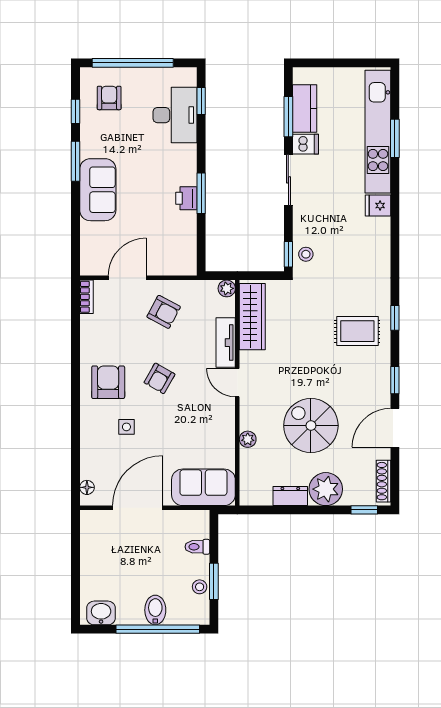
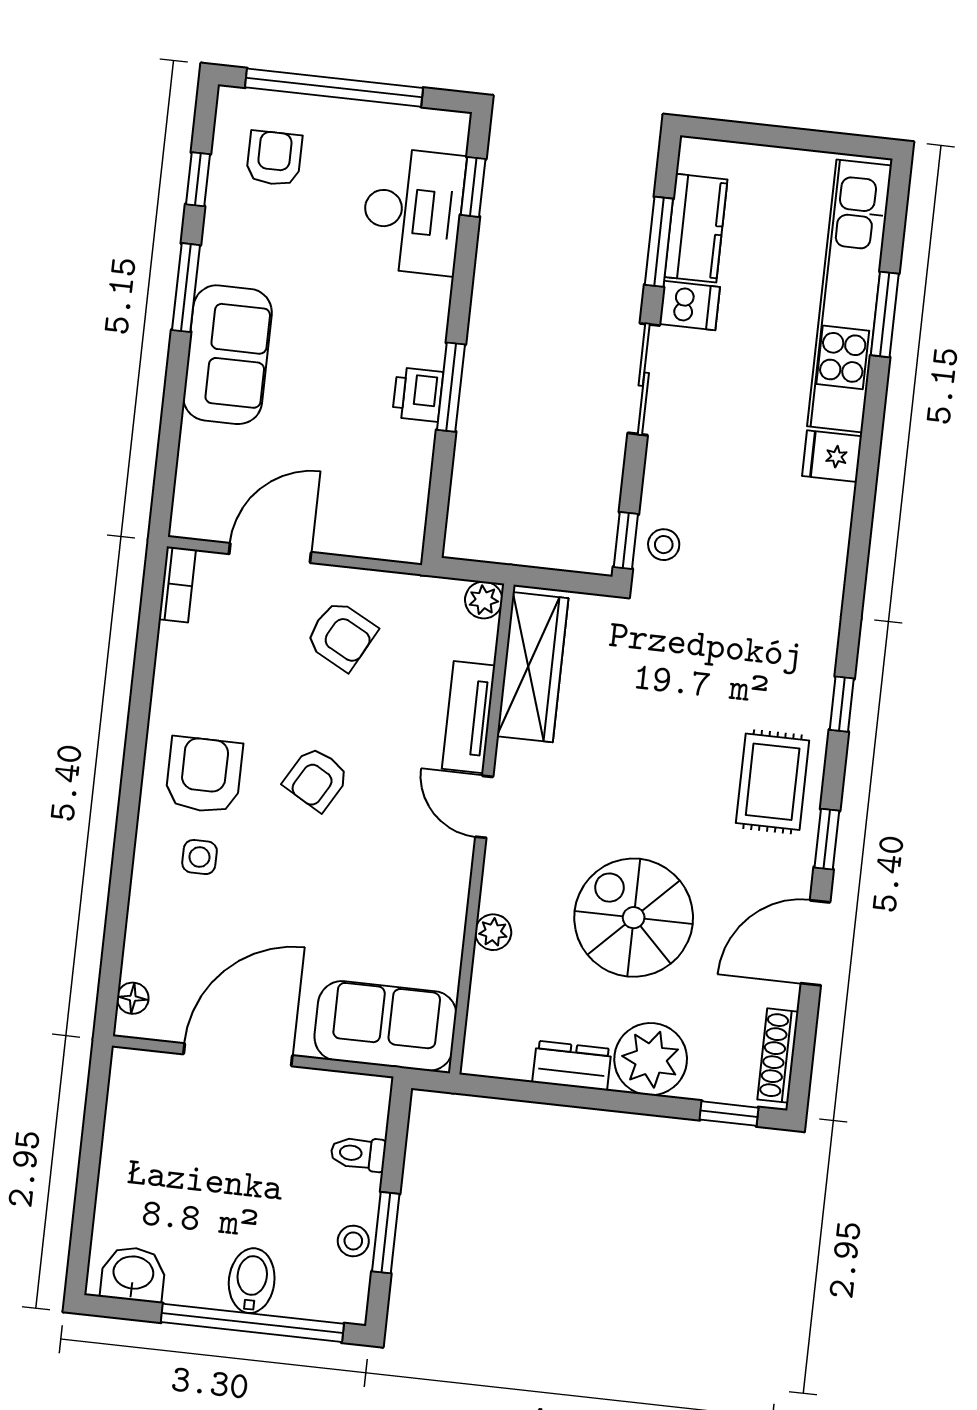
rug: (357, 331) -> (773, 782), moved, turned 90
side table: (126, 427) -> (200, 857), moved

